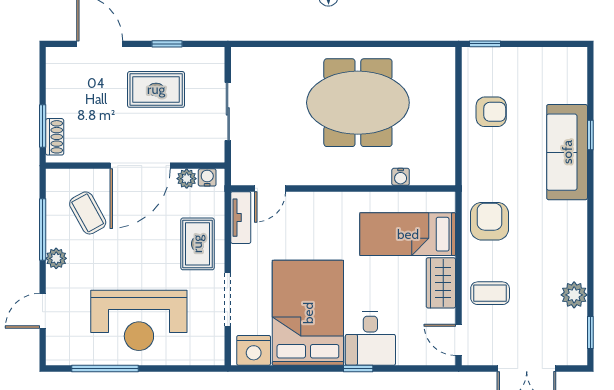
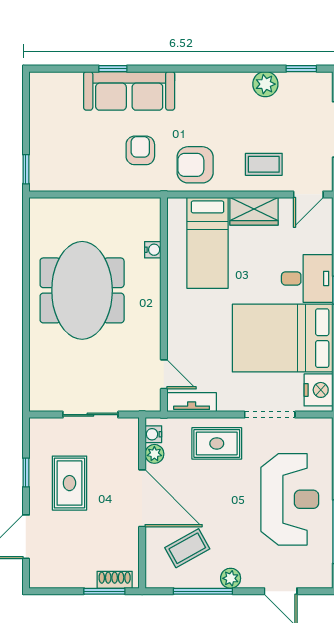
armchair: (491, 112) -> (140, 150), moved
coffee table: (490, 293) -> (264, 164), turned 90

